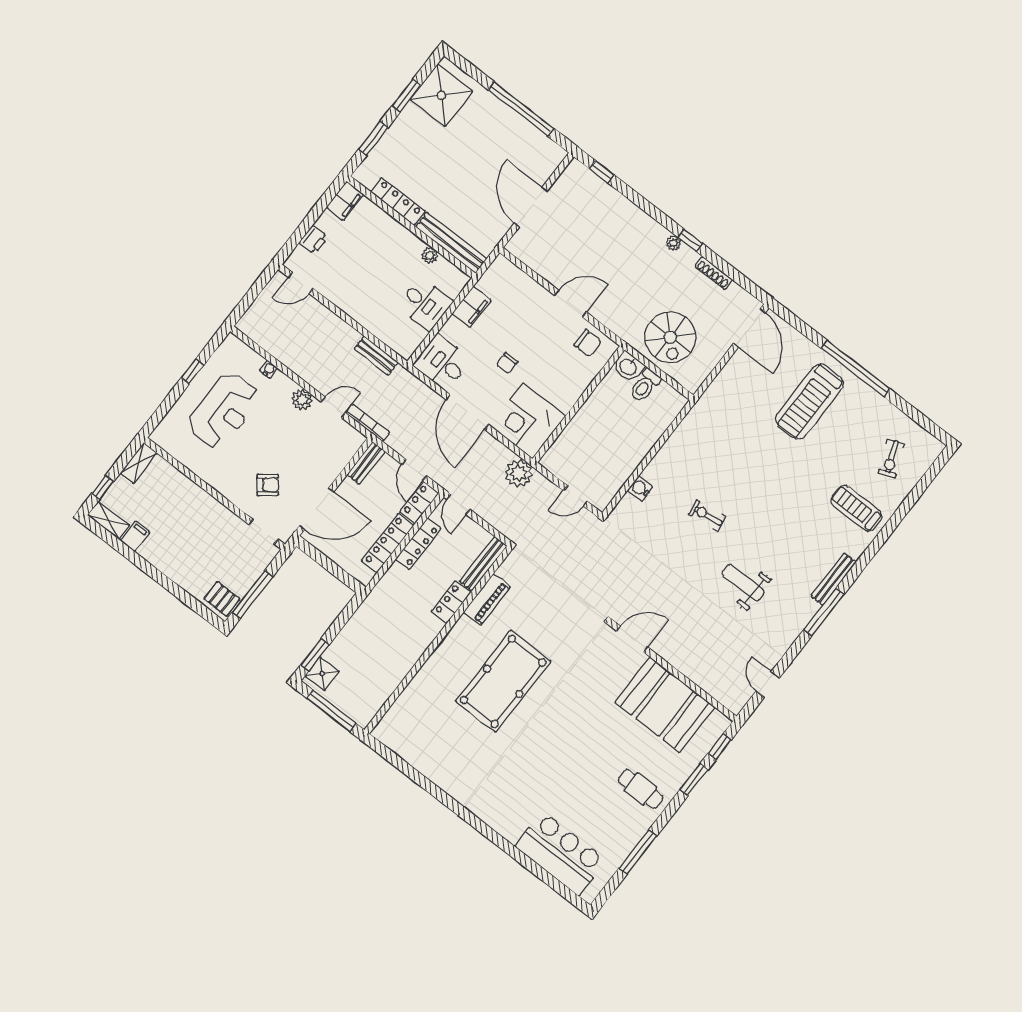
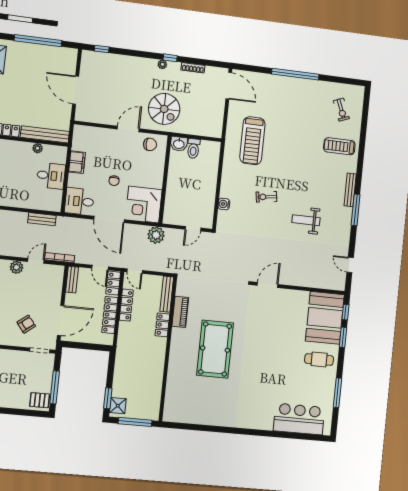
spiral stairs: (670, 337) -> (164, 109), moved
treadmill: (809, 401) -> (252, 141), moved
booth: (665, 705) -> (325, 318), moved, turned 90

